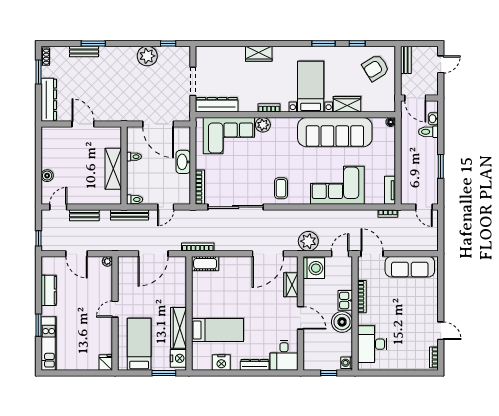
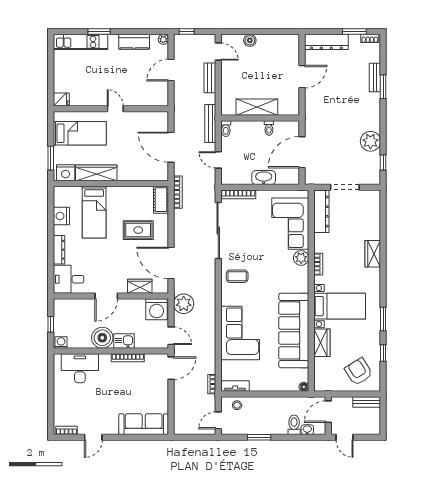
door: (441, 64) -> (345, 437), moved
stool: (409, 188) -> (237, 405), added
plant: (107, 261) -> (163, 39), moved
sofa: (410, 267) -> (144, 424), moved, turned 90
rug: (235, 286) -> (138, 230), added

